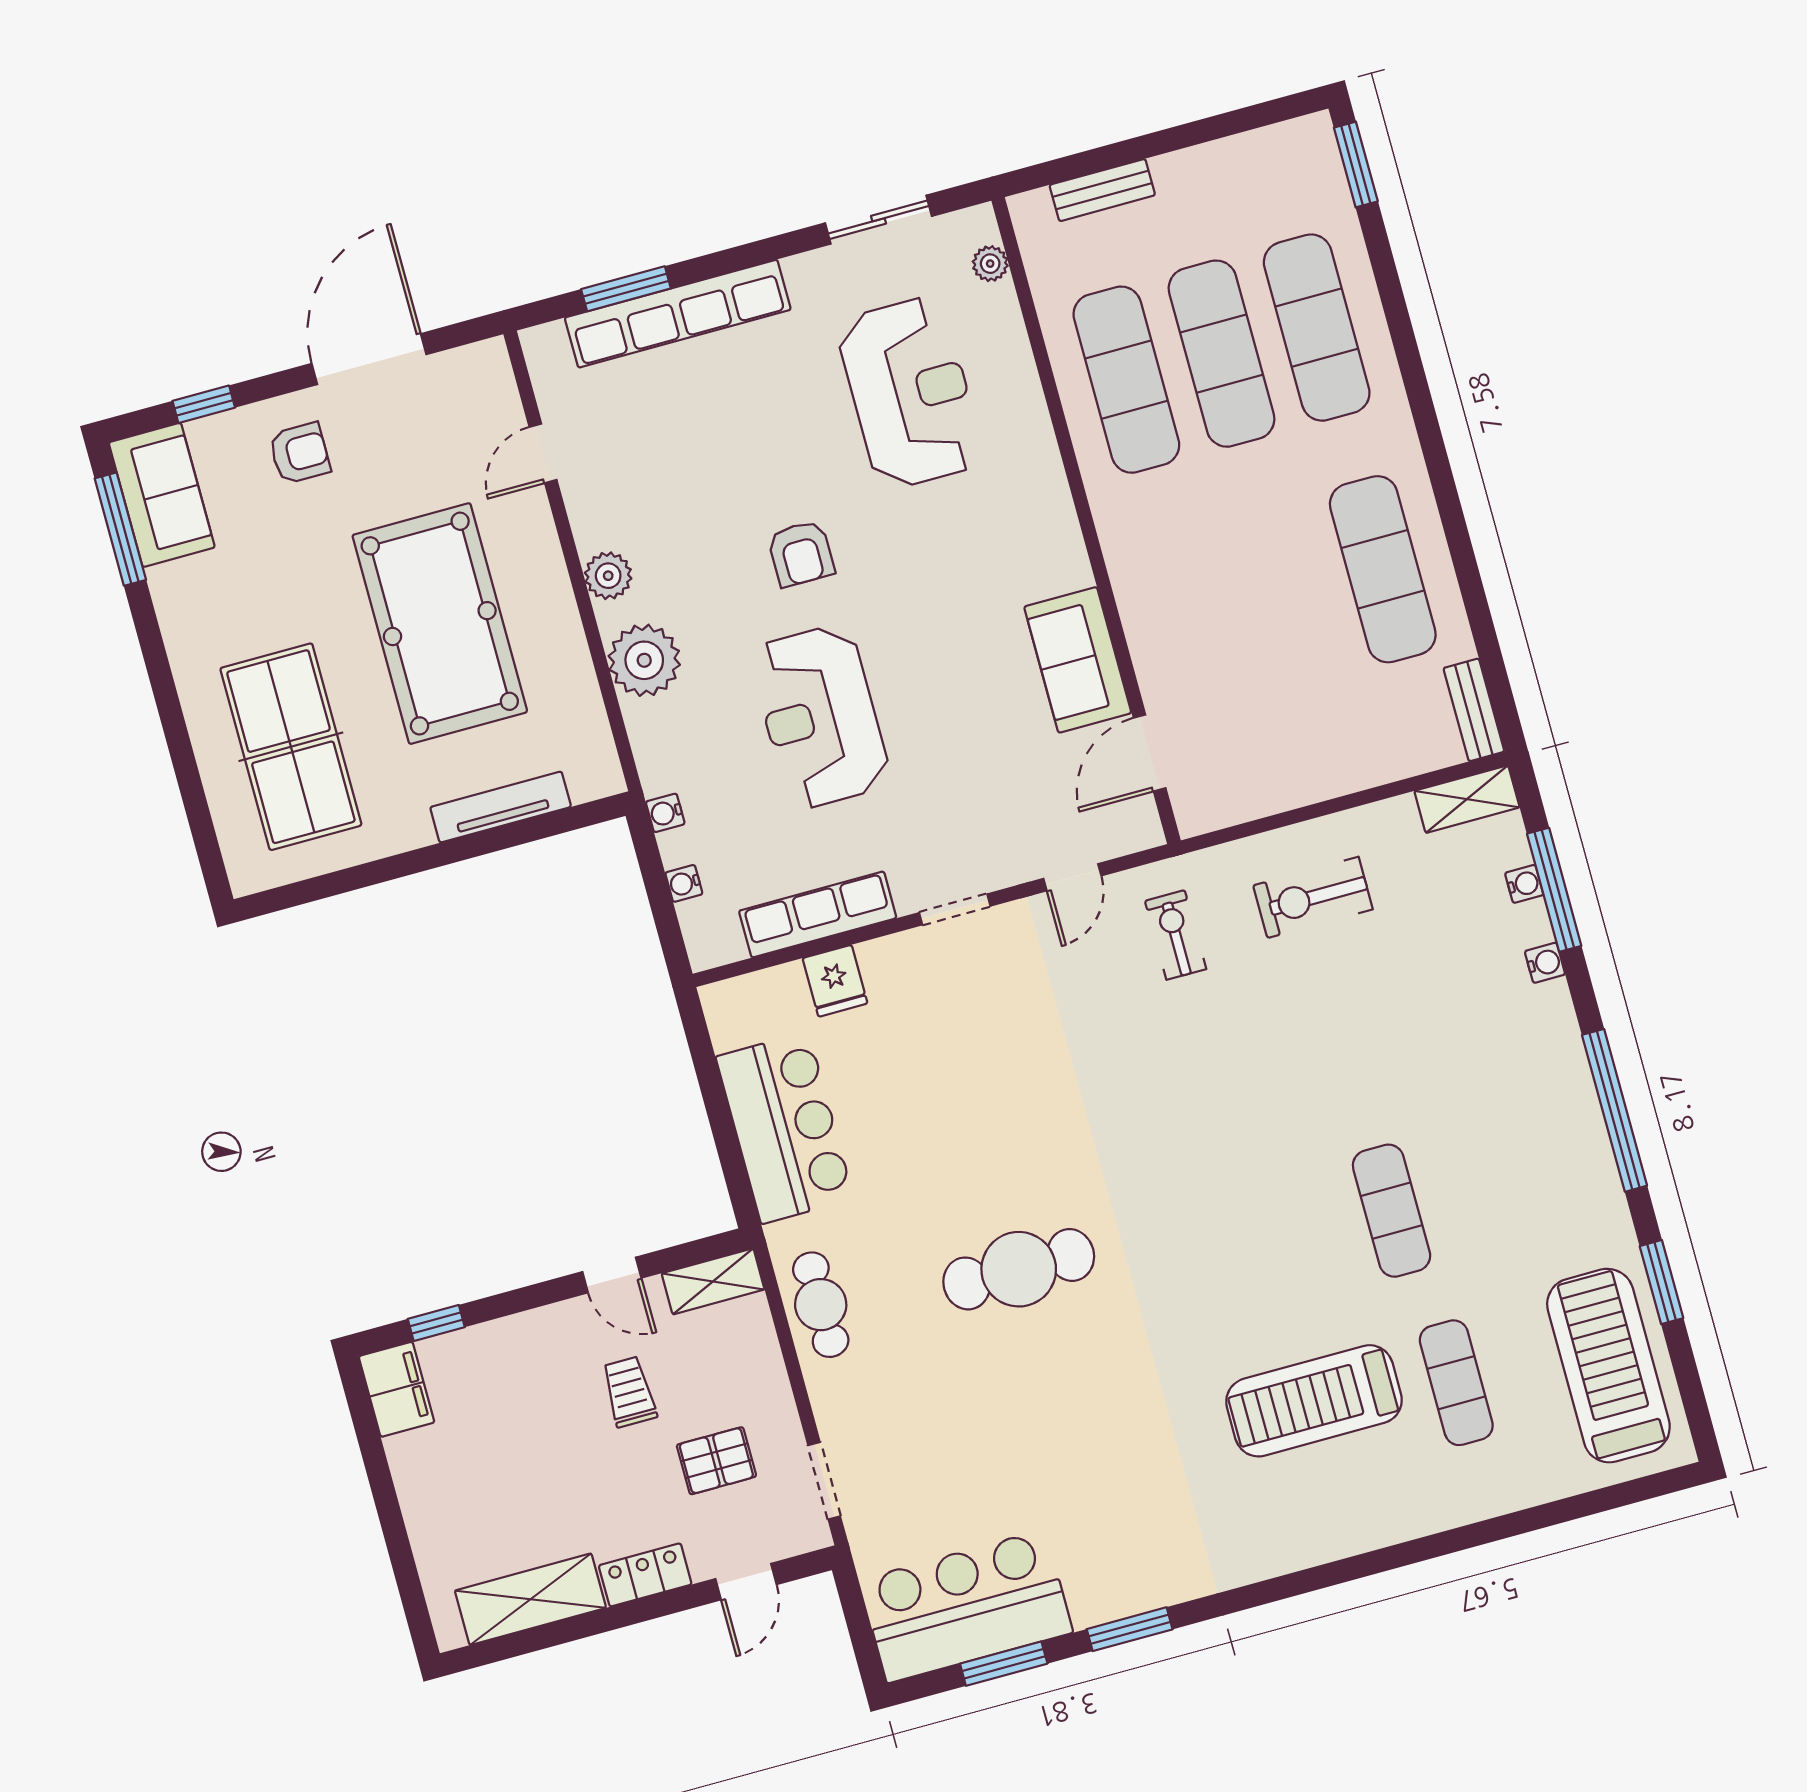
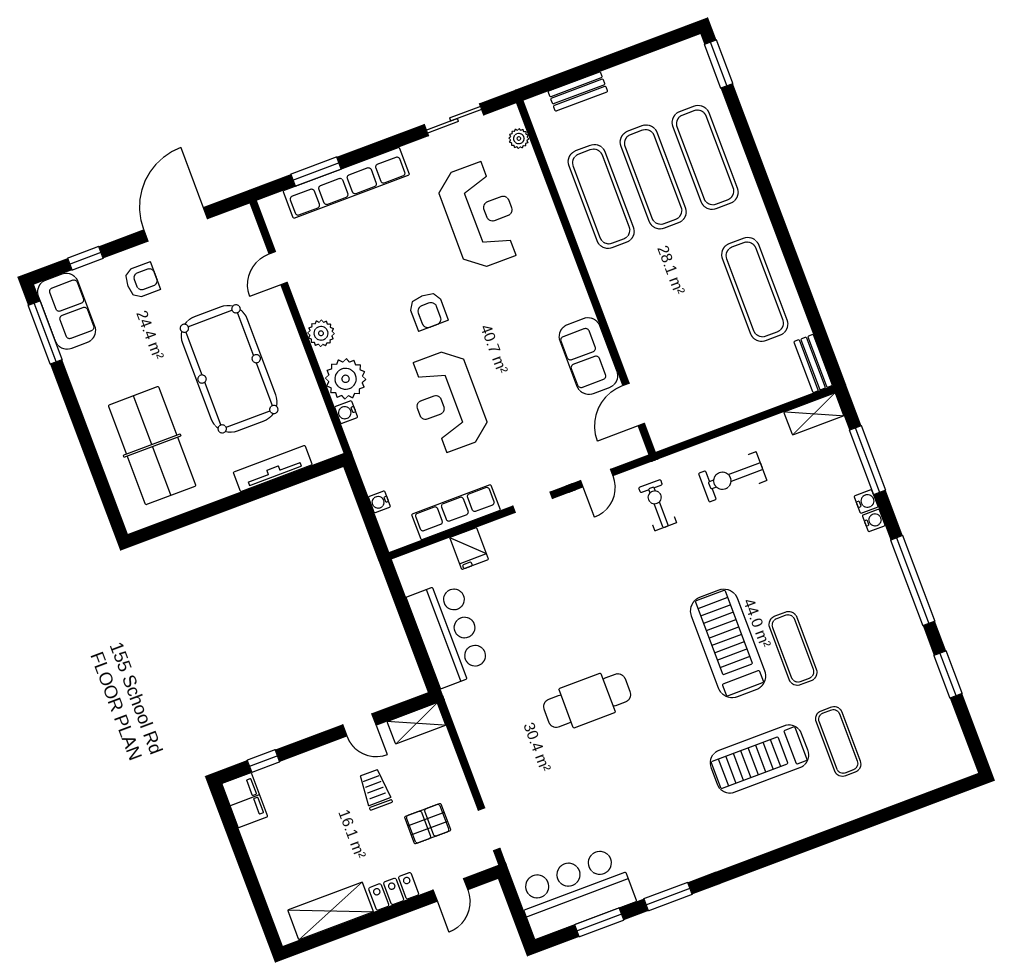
water cooler: (665, 813) -> (346, 412), moved
water cooler: (1524, 884) -> (874, 520), moved
cafe table: (821, 1305) -> (478, 731), removed
treadmill: (1608, 1366) -> (728, 643), moved

